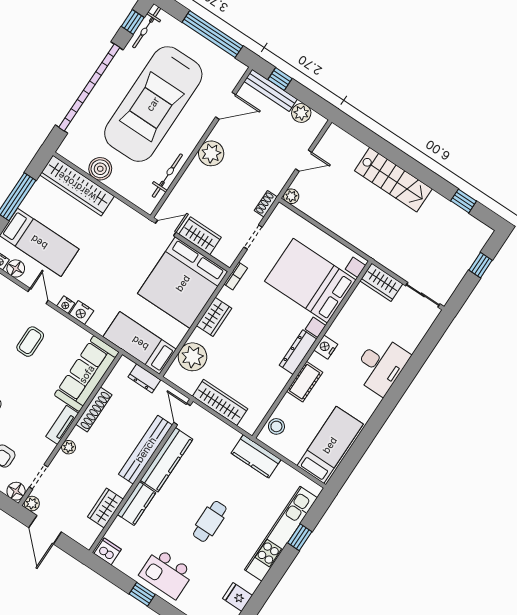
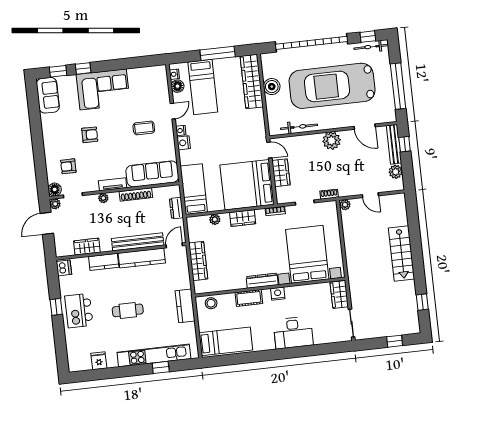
plant: (192, 357) -> (215, 219), width x0.53, depth x0.53

